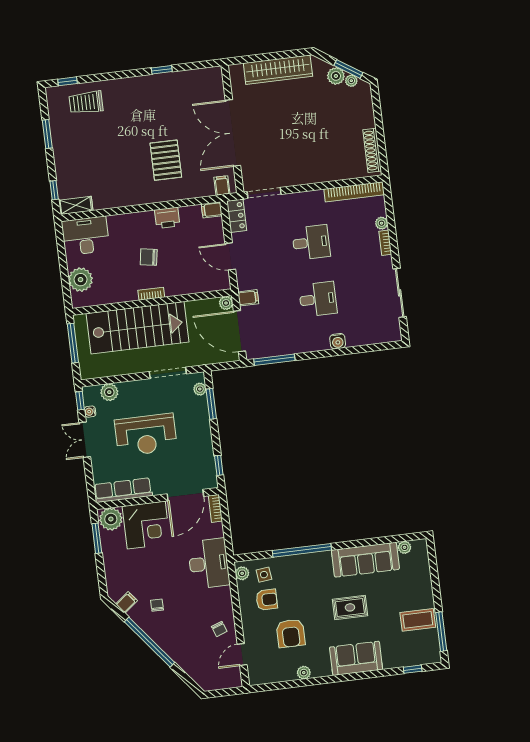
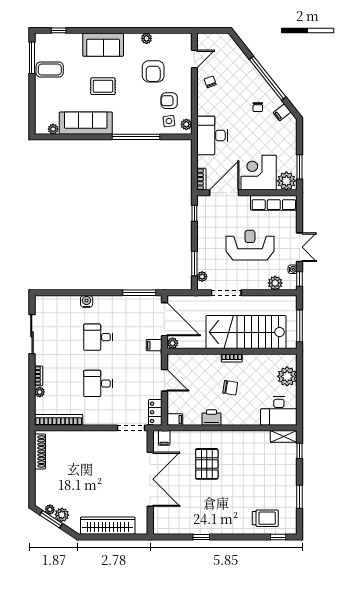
armchair: (291, 633) -> (153, 71), turned 180

